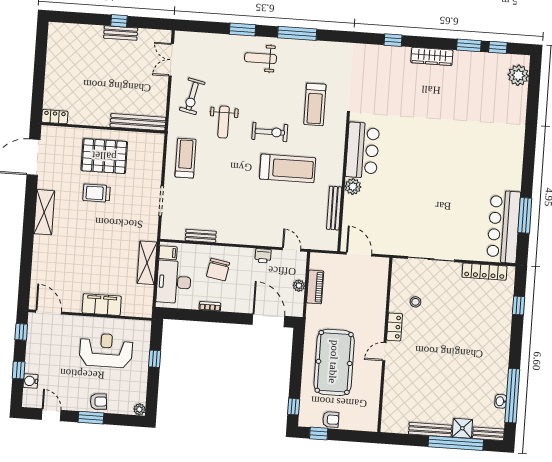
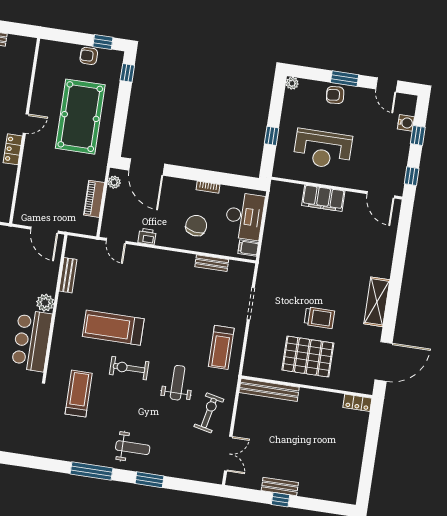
bench: (334, 208) -> (68, 275), width x0.73
shelving: (147, 263) -> (271, 239), removed
plant: (299, 286) -> (114, 182), moved

